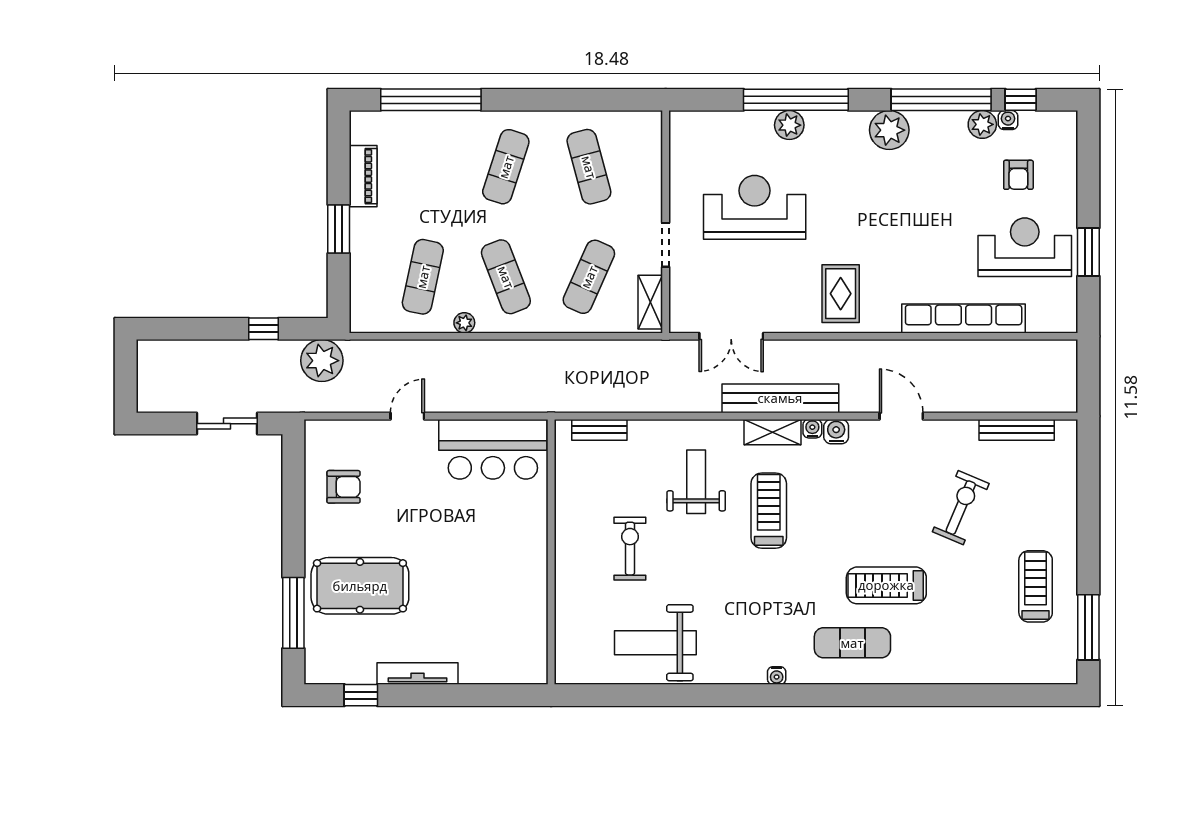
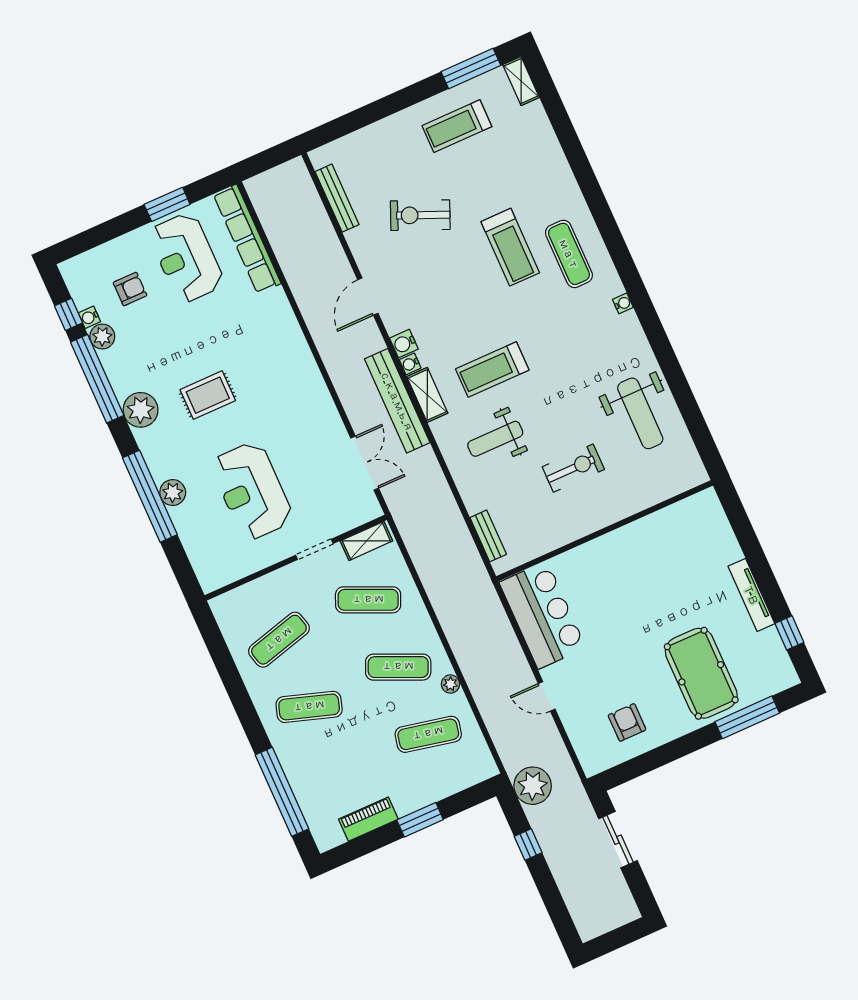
exercise mat: (506, 277) -> (398, 667), turned 45
rug: (841, 294) -> (208, 395), moved
row of seats: (964, 318) -> (247, 239), moved
exercise bike: (630, 549) -> (573, 468), turned 180
shelving: (1052, 673) -> (521, 81), added

